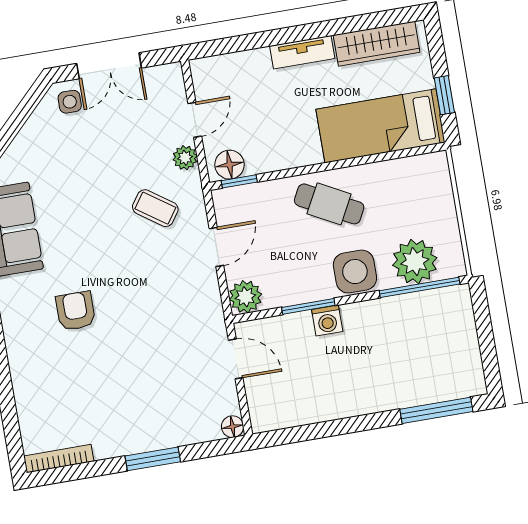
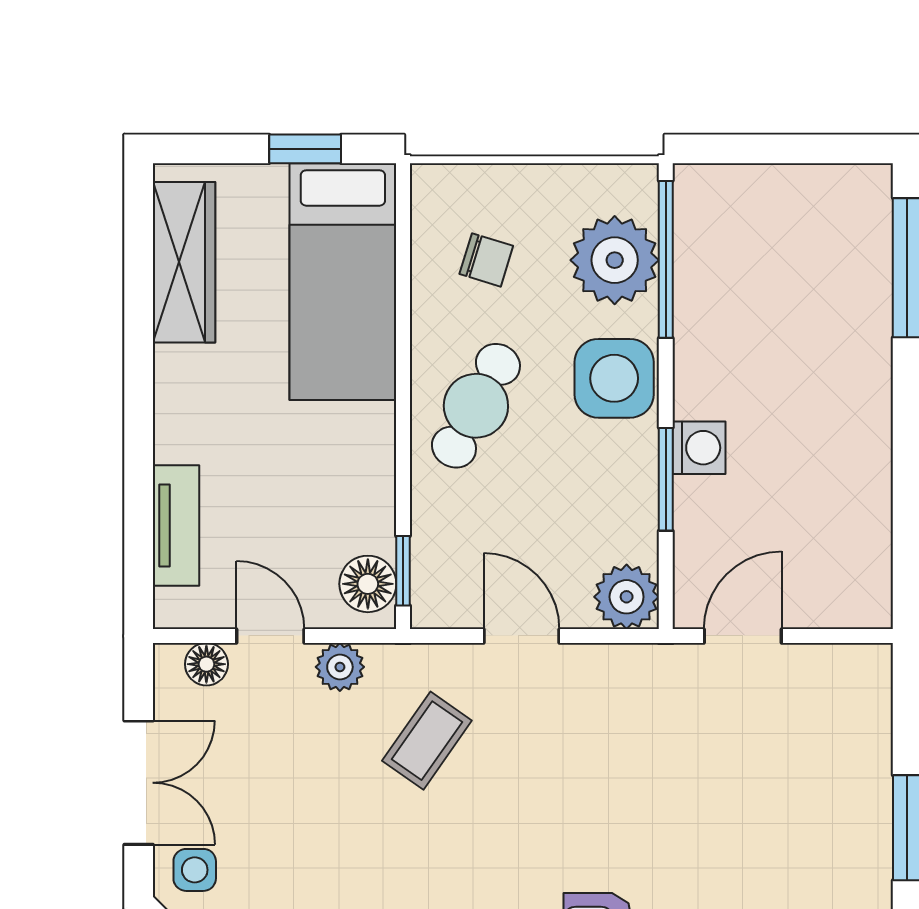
tv unit: (302, 52) -> (176, 525), moved
chair: (404, 197) -> (486, 260), added
floor lamp: (232, 427) -> (206, 664), moved

